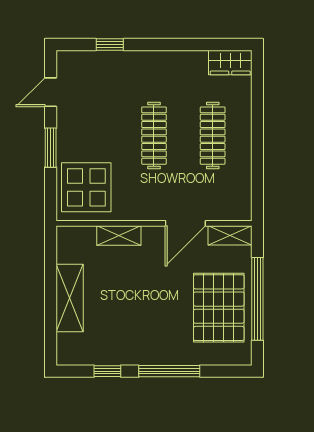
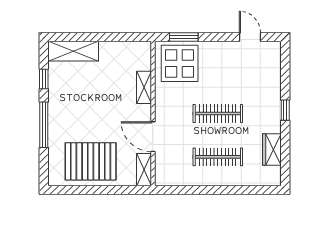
window: (110, 44) -> (285, 110), moved
wardrobe: (230, 62) -> (272, 150), moved
window: (51, 148) -> (184, 37), moved
shelving: (70, 298) -> (73, 51), moved
window: (257, 299) -> (97, 190), removed

